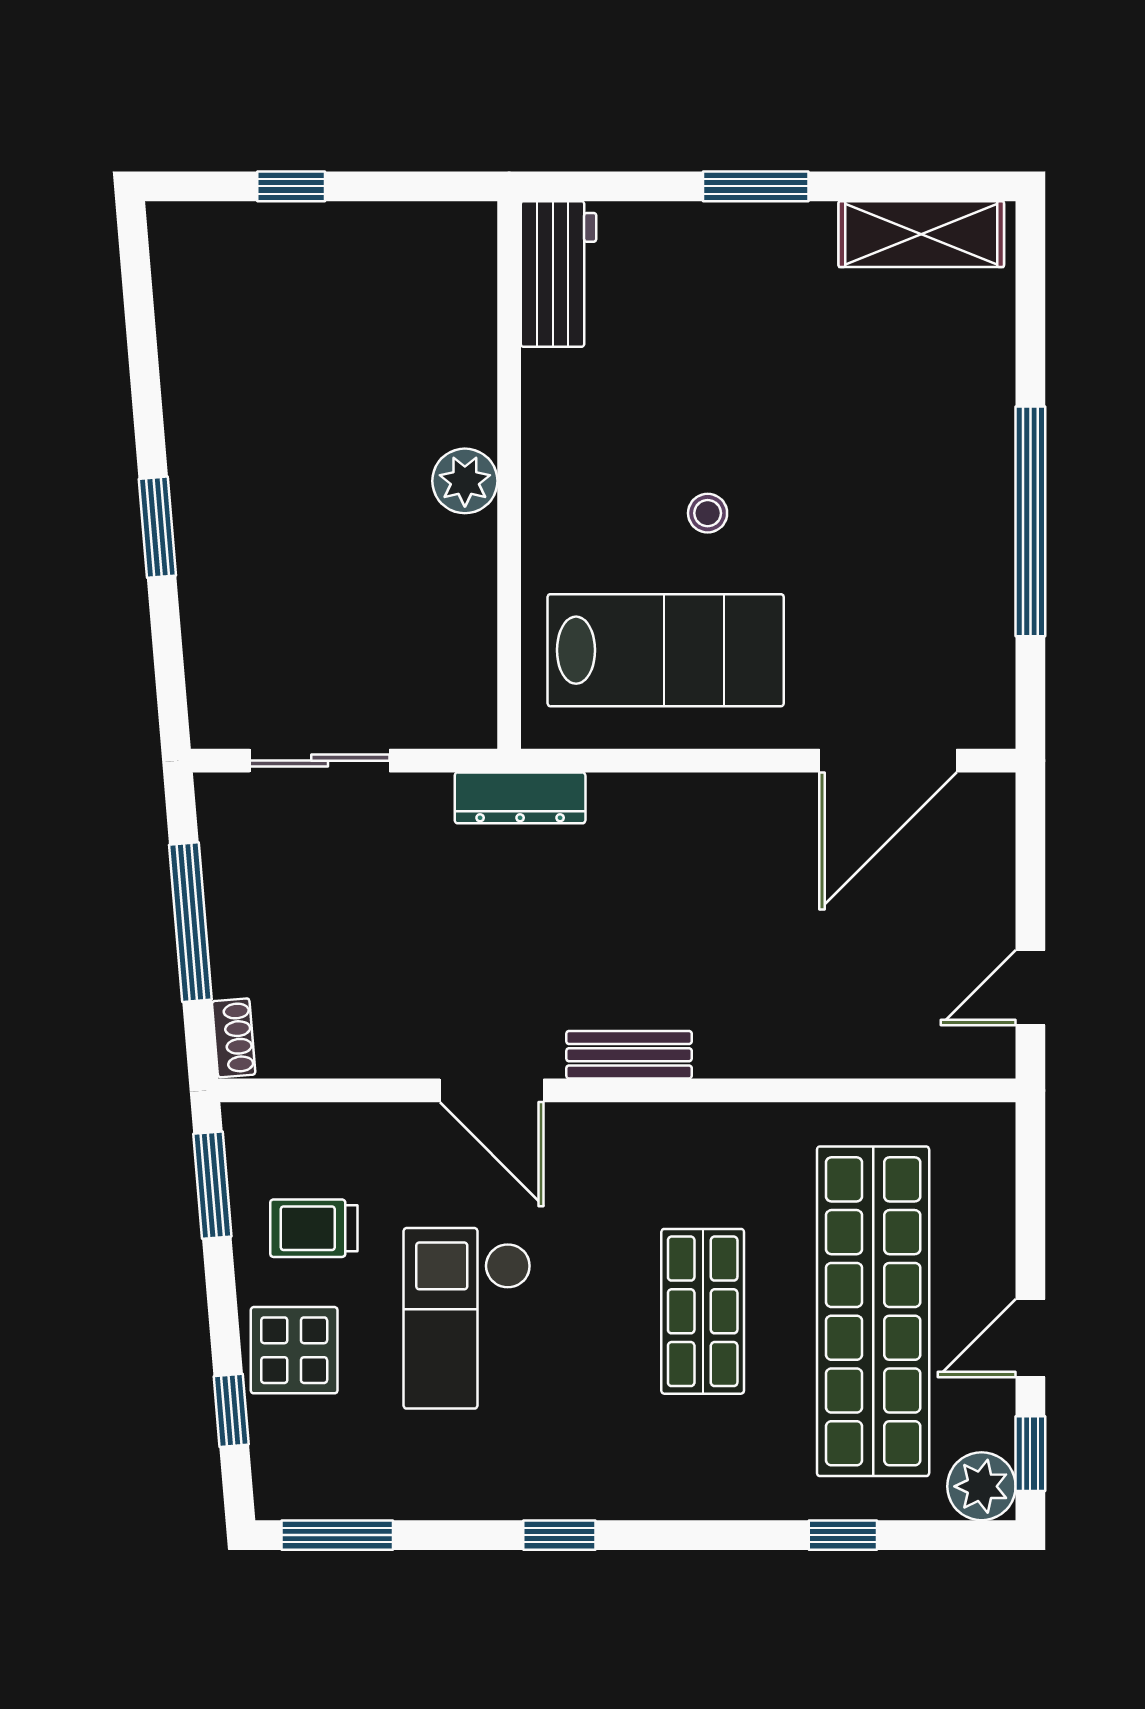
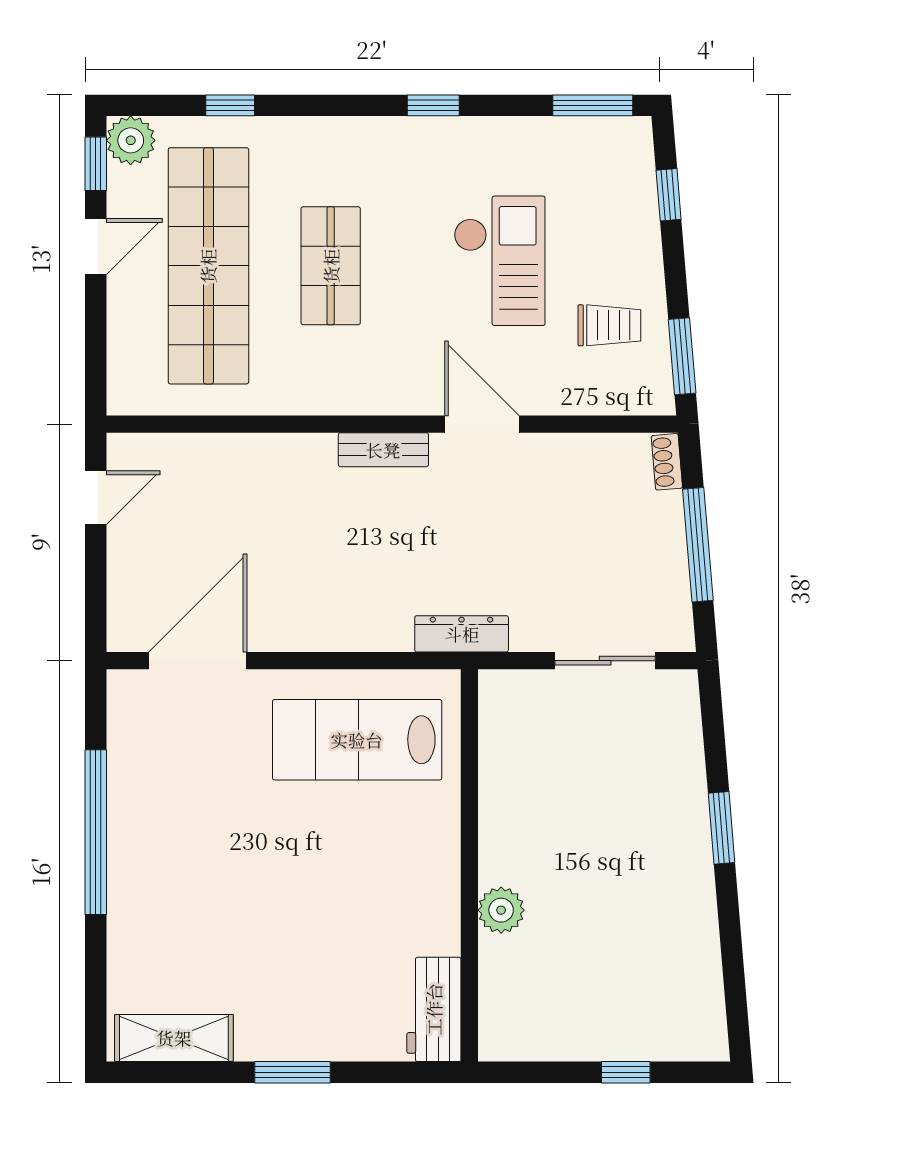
plant: (465, 481) -> (501, 910), moved
stool: (708, 513) -> (327, 838), removed
display table: (294, 1350) -> (623, 238), removed

